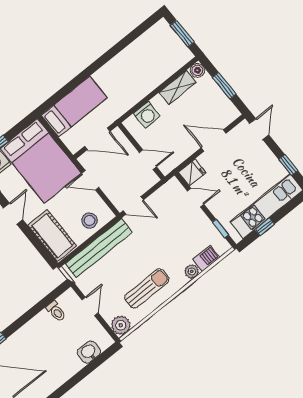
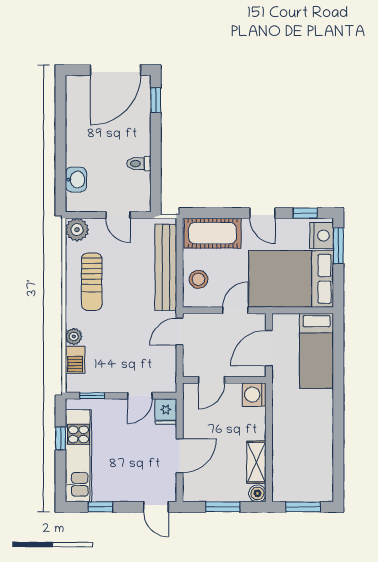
washing machine: (147, 115) -> (254, 395), moved
toilet: (56, 311) -> (139, 164), moved

